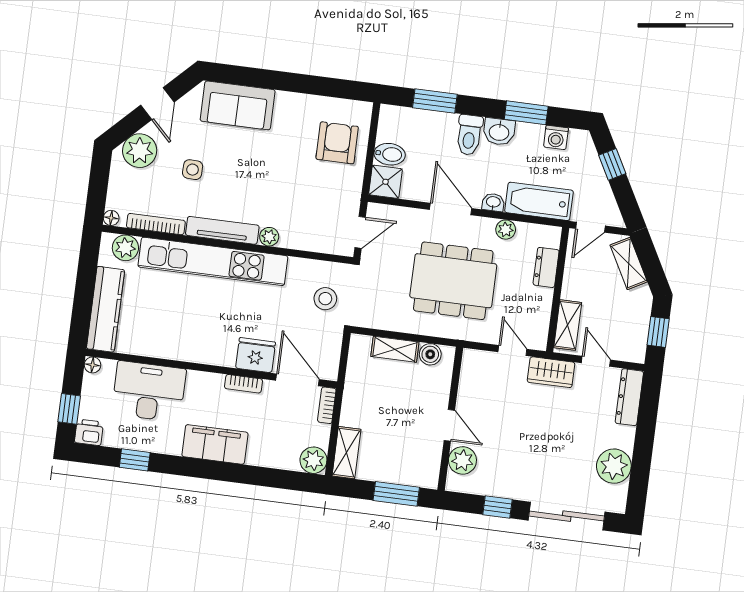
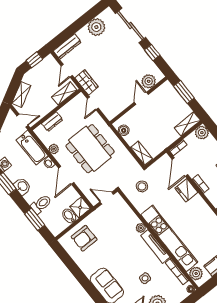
toilet: (469, 135) -> (41, 204), moved
shelving: (395, 349) -> (141, 153), moved

